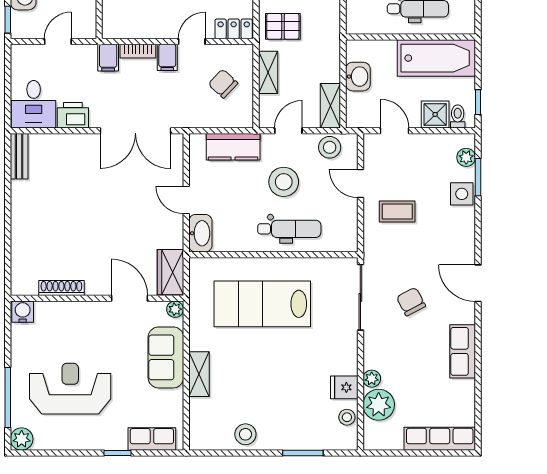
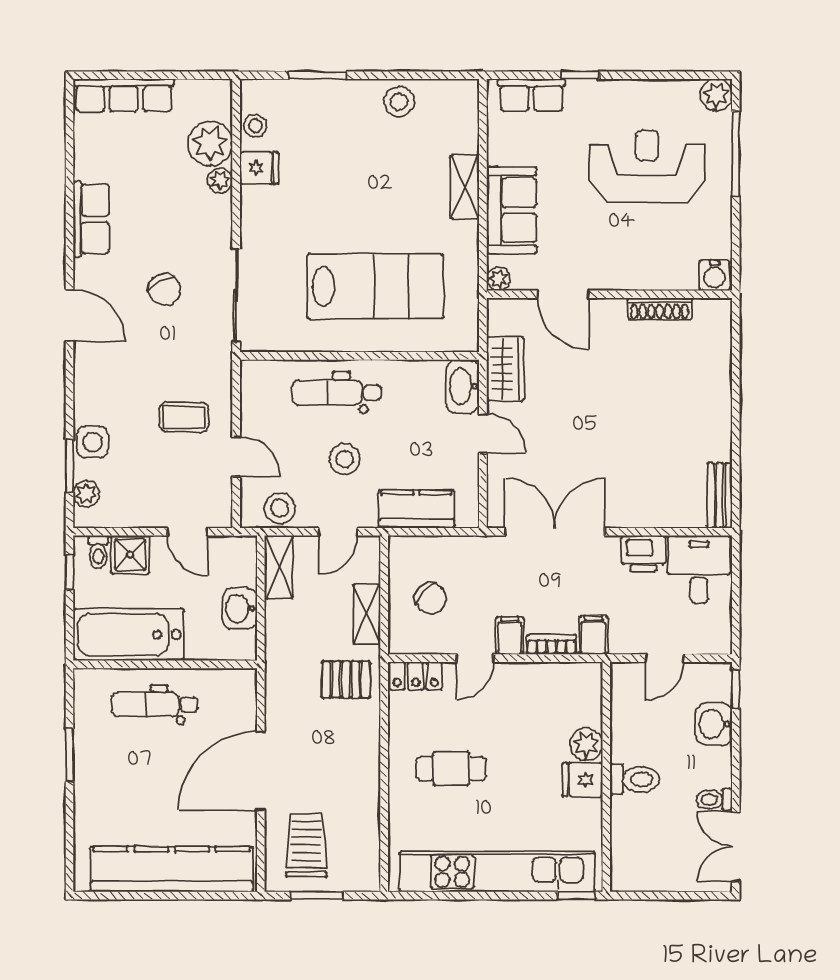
stool: (284, 182) -> (345, 459), width x0.73, depth x0.73
wardrobe: (170, 272) -> (505, 369), moved
reception desk: (70, 389) -> (647, 166), turned 180

